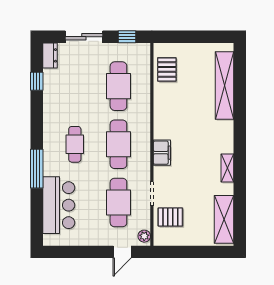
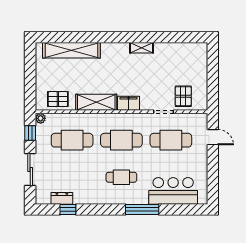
dresser: (50, 55) -> (62, 198), moved
shelving: (224, 219) -> (96, 102), moved
plant: (144, 236) -> (41, 118), moved

